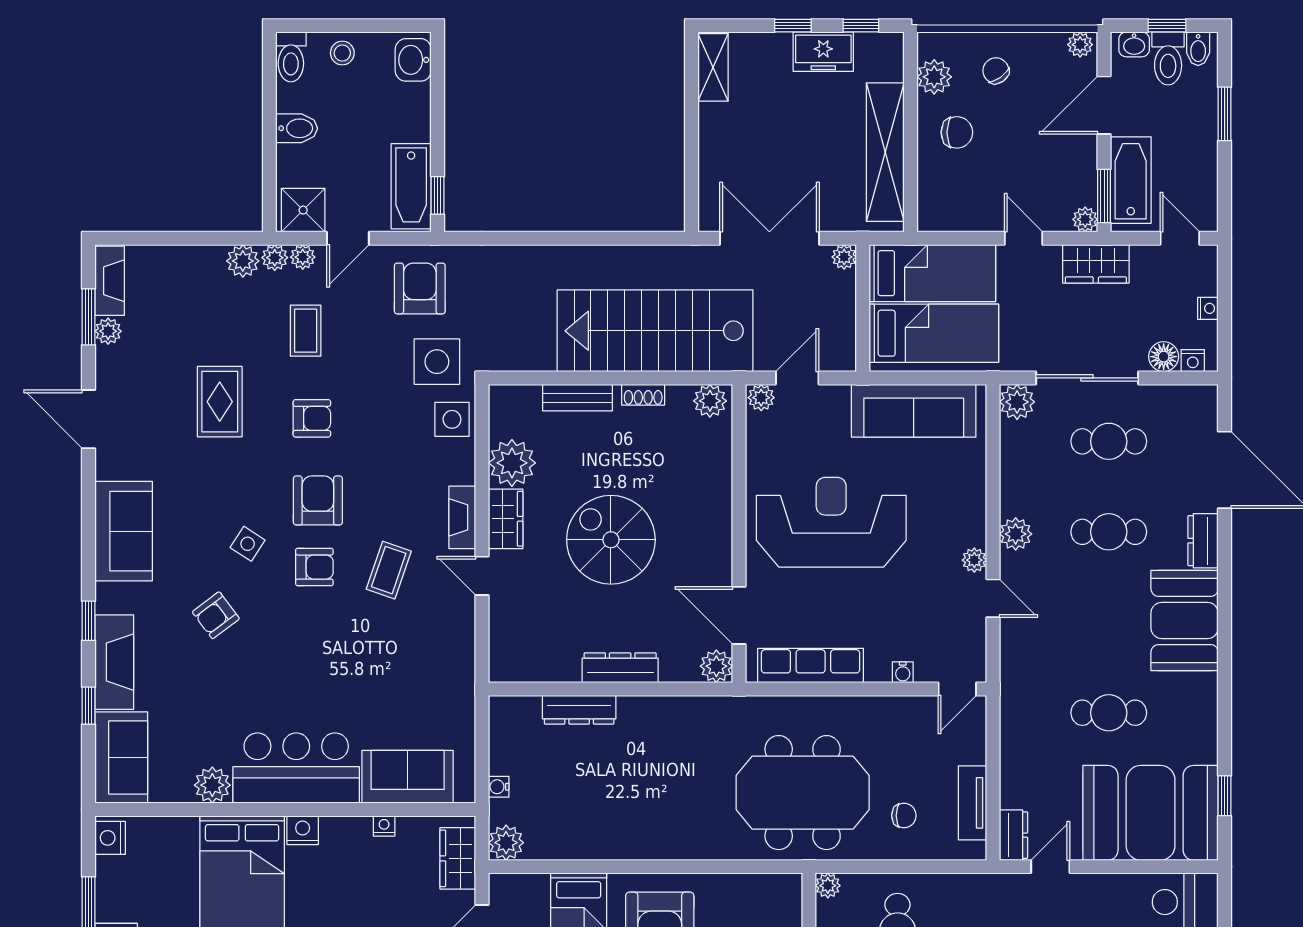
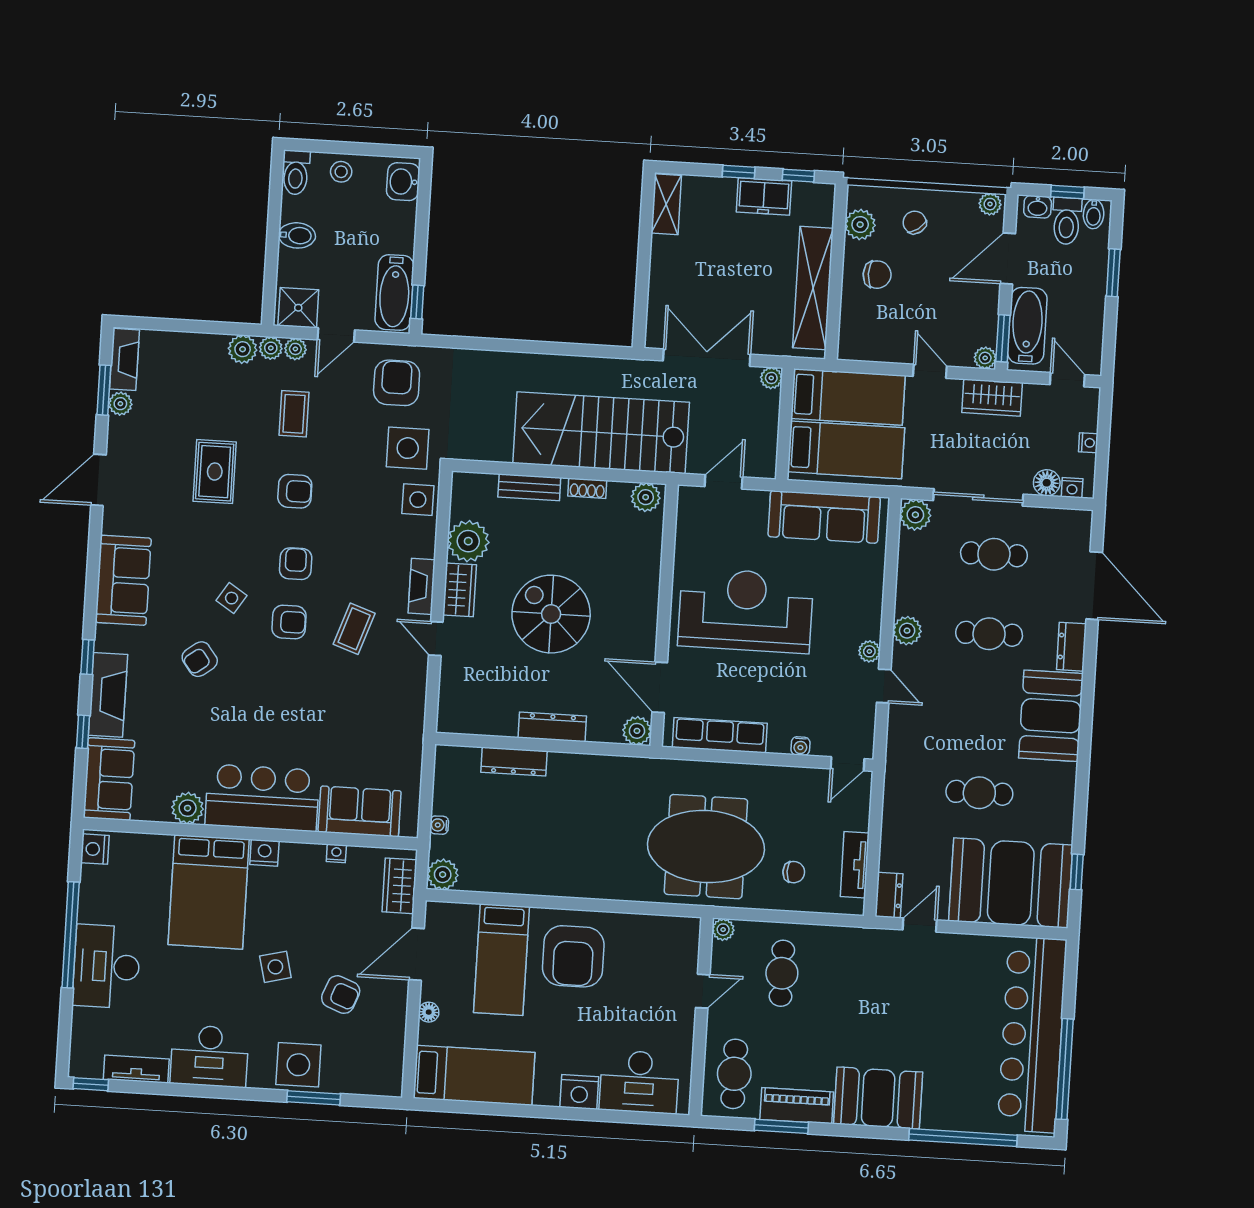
plant: (761, 398) -> (691, 497), removed
door: (88, 419) -> (98, 480), hinge flipped
armchair: (318, 500) -> (296, 564), width x0.72, depth x0.72

